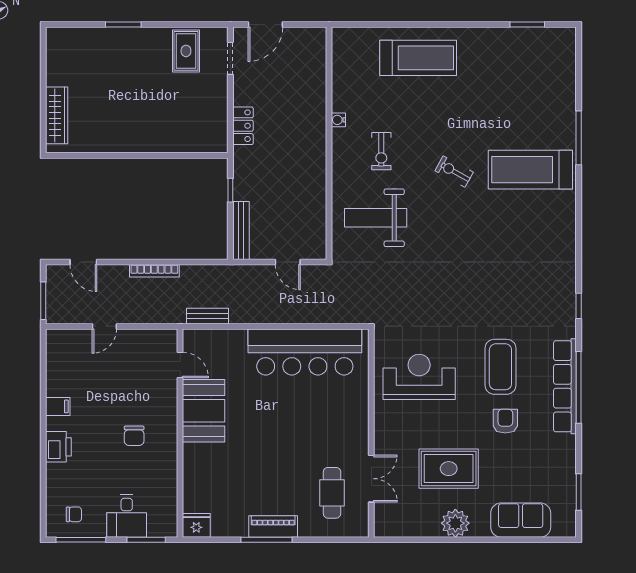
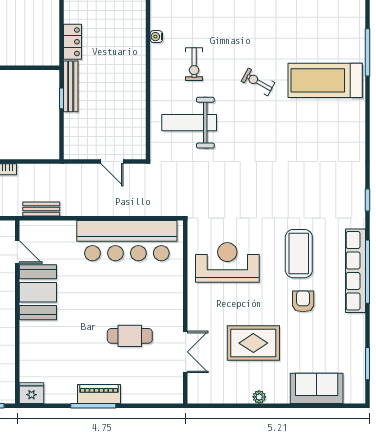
bench: (241, 231) -> (71, 86), moved
cafe table: (332, 493) -> (130, 336), moved, turned 90
plant: (455, 523) -> (259, 397), width x0.53, depth x0.53

